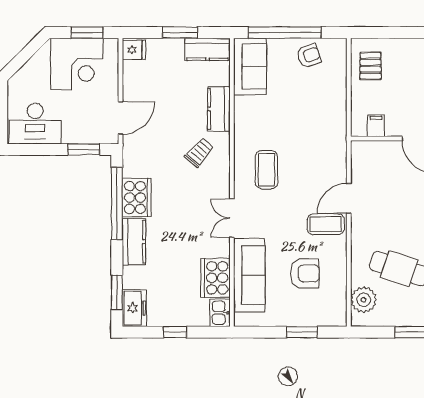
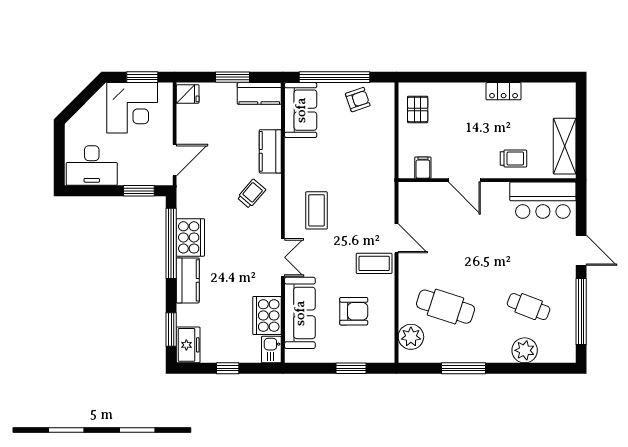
door: (349, 199) -> (397, 238), swing flipped
double door: (232, 218) -> (283, 257), swing flipped

